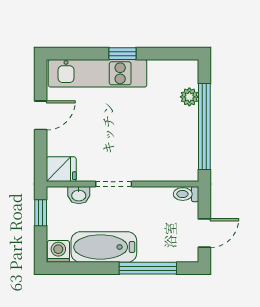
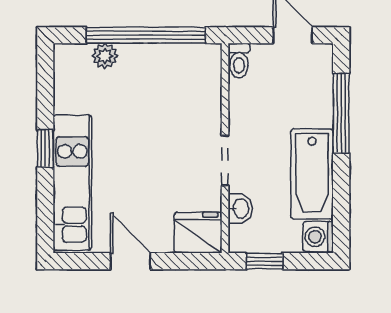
fridge: (61, 169) -> (198, 233), width x1.38

